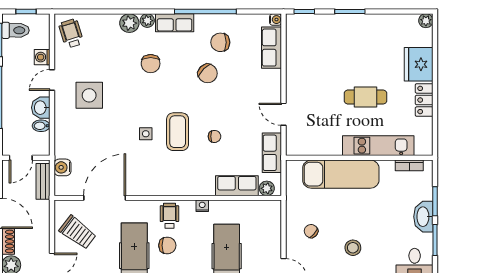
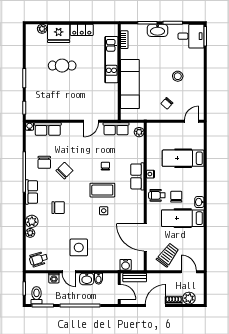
plant: (147, 21) -> (30, 233), moved
plant: (426, 21) -> (42, 29), moved
cafe table: (365, 97) -> (62, 66), moved, turned 90
row of seats: (237, 186) -> (137, 176), moved

